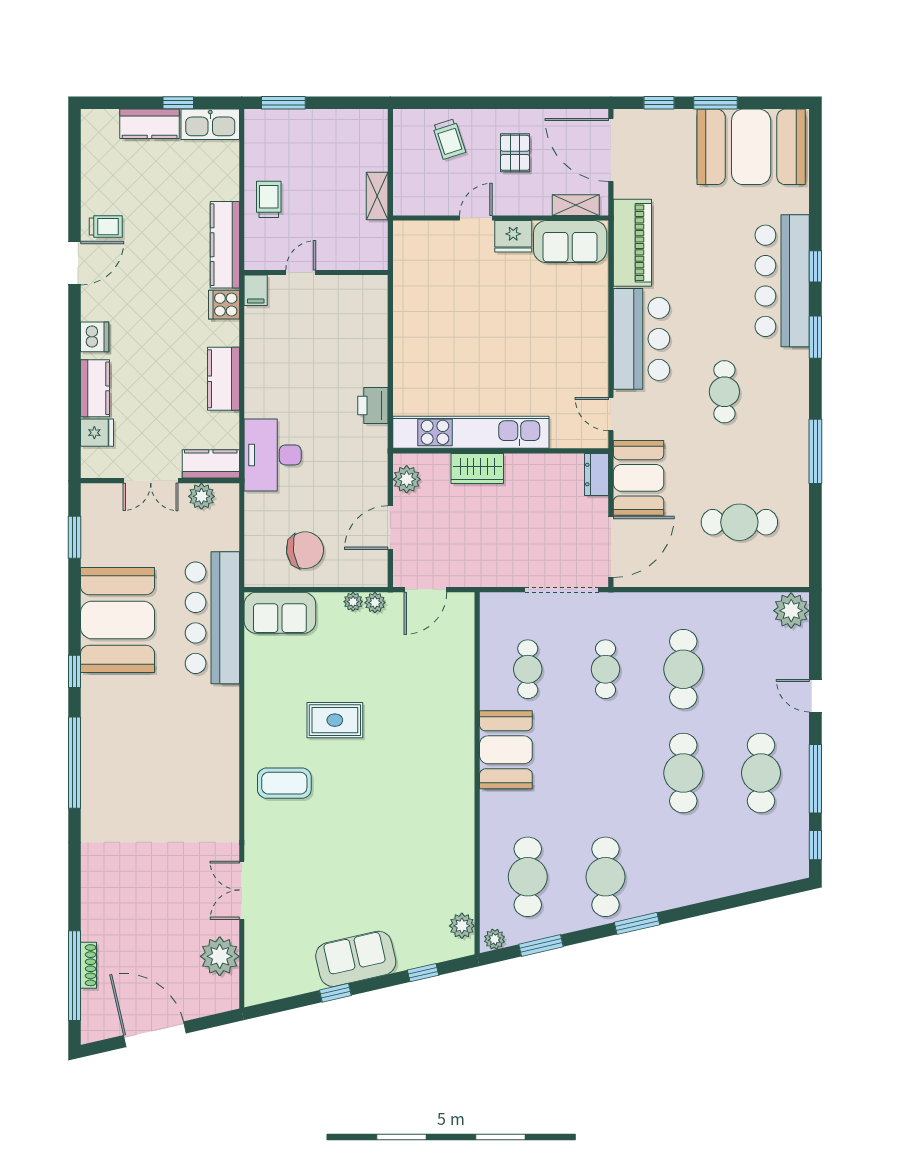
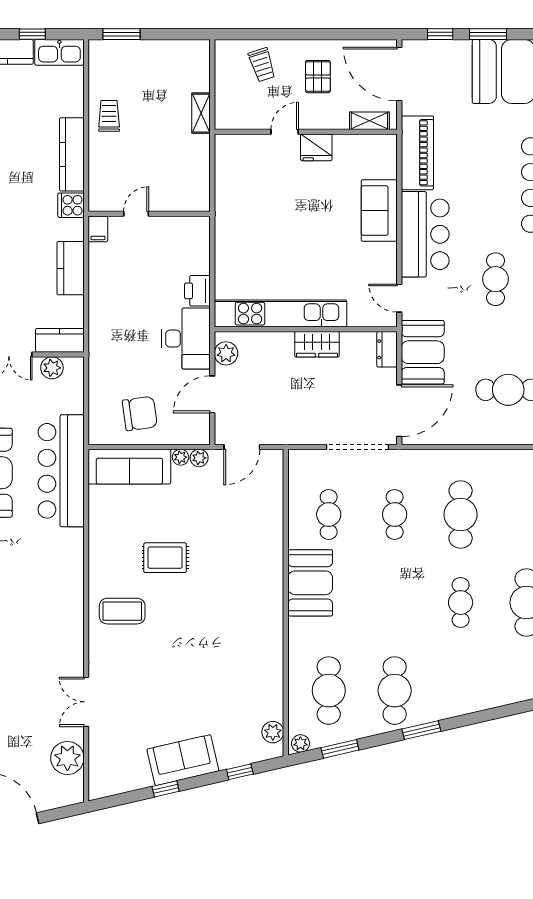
sofa: (570, 242) -> (379, 210), moved, turned 90
door: (301, 273) -> (136, 214), moved
wall: (316, 273) -> (149, 214), moved
filing cabinet: (256, 290) -> (98, 229), moved
desk: (273, 455) -> (186, 339), moved, turned 180
wardrobe: (477, 469) -> (317, 344), moved
sofa: (280, 613) -> (129, 467), width x1.36
cafe table: (683, 773) -> (461, 603), width x0.73, depth x0.74

